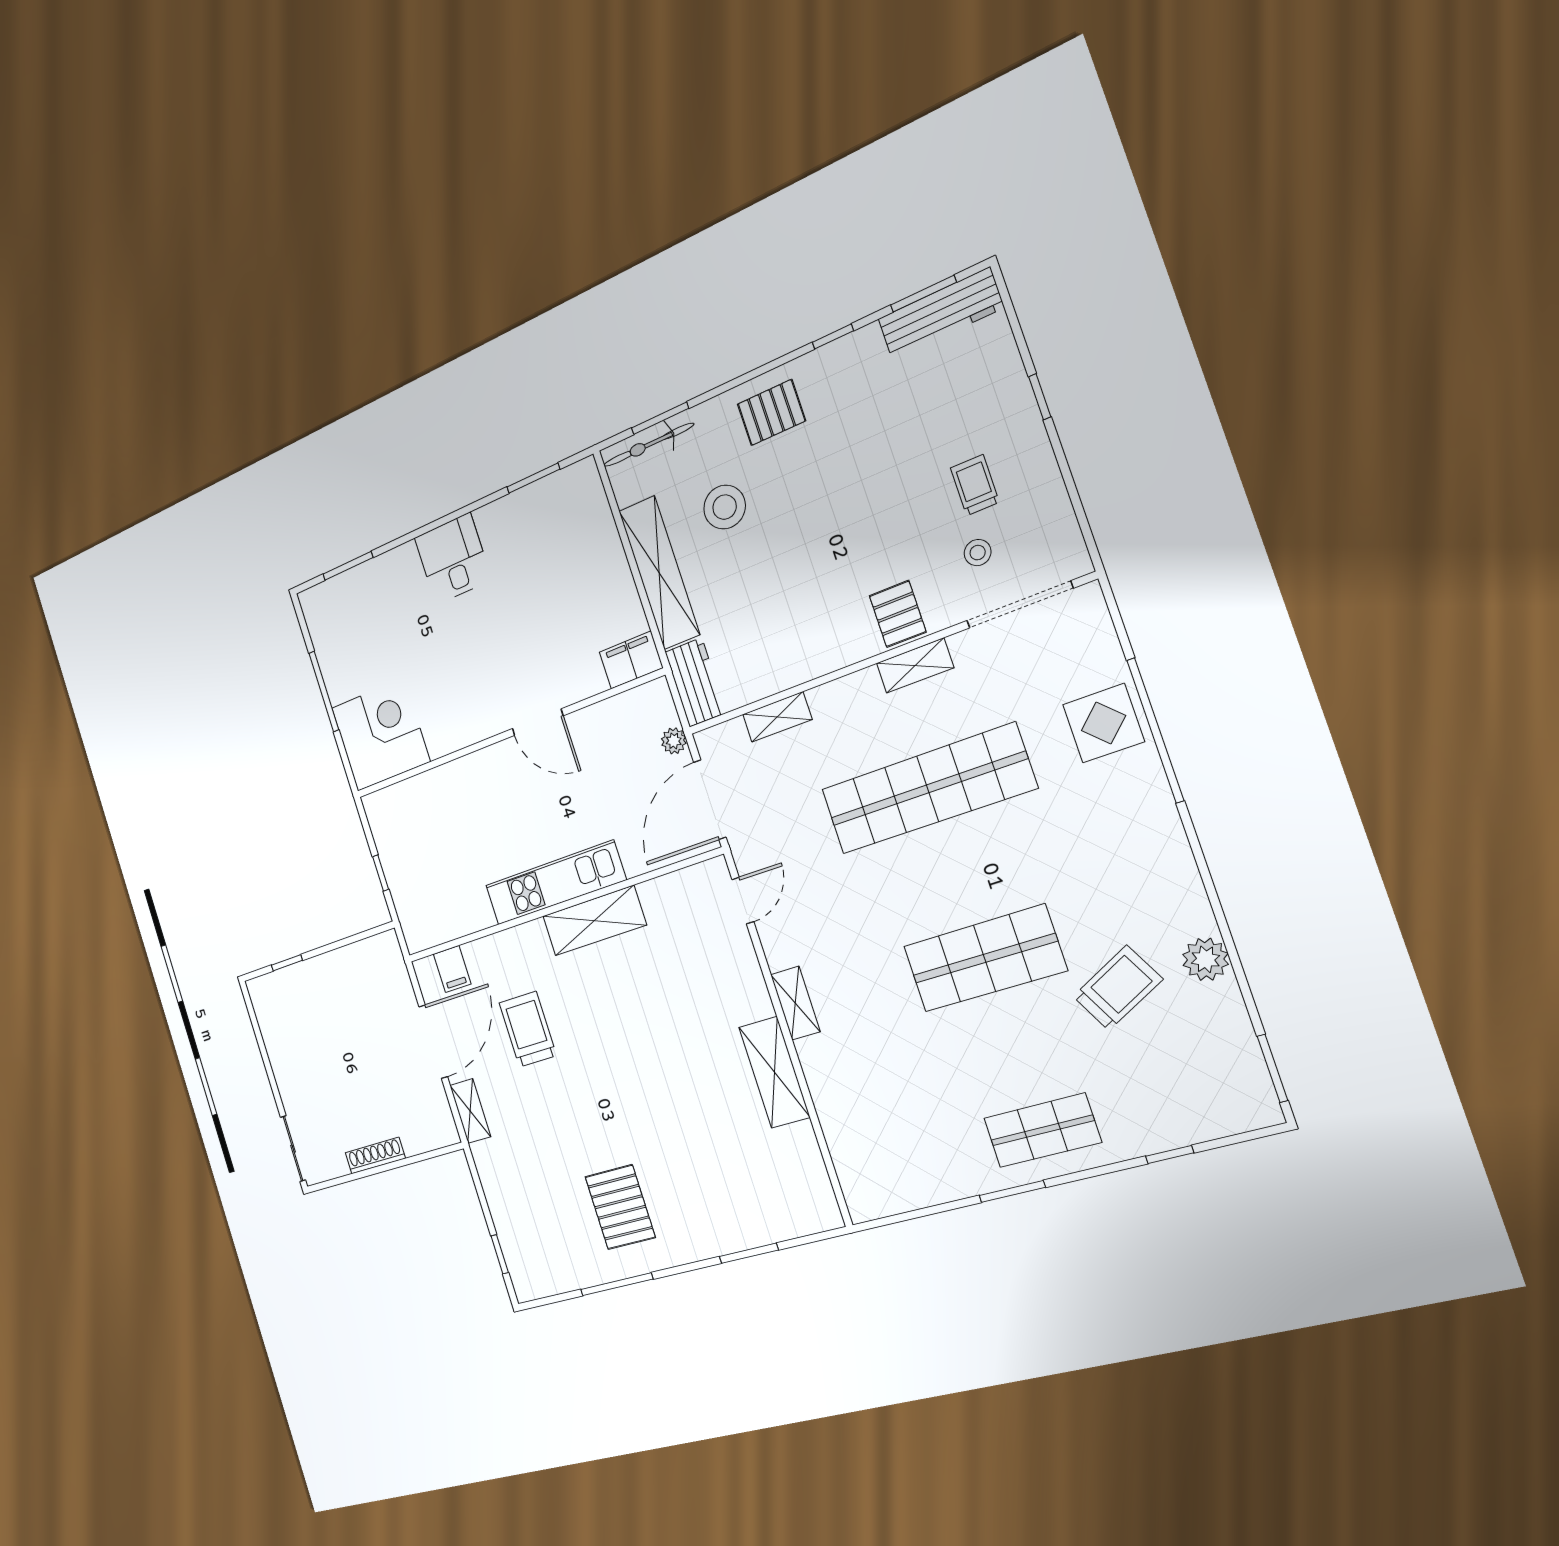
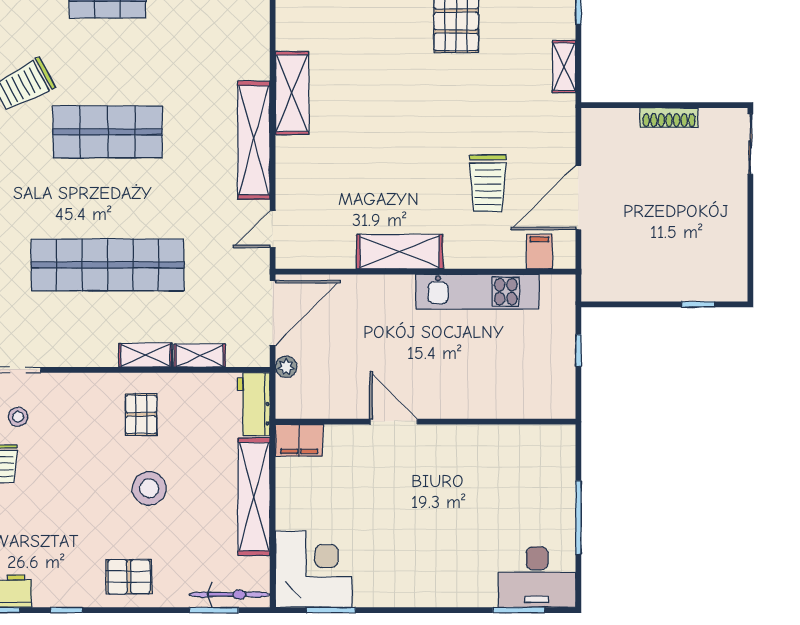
stool: (725, 507) -> (149, 488), moved
desk: (453, 559) -> (537, 577), moved, width x1.37
pallet: (898, 614) -> (141, 415), moved
shelving: (915, 666) -> (145, 355), moved
corner desk: (381, 735) -> (314, 569), moved, turned 180
kitchen unit: (555, 883) -> (477, 292), moved
shelving: (795, 1003) -> (254, 140), width x2.20, depth x1.33
shelving: (470, 1111) -> (564, 67), moved

